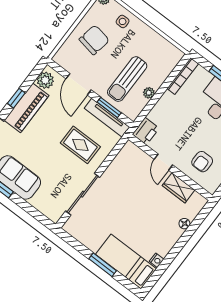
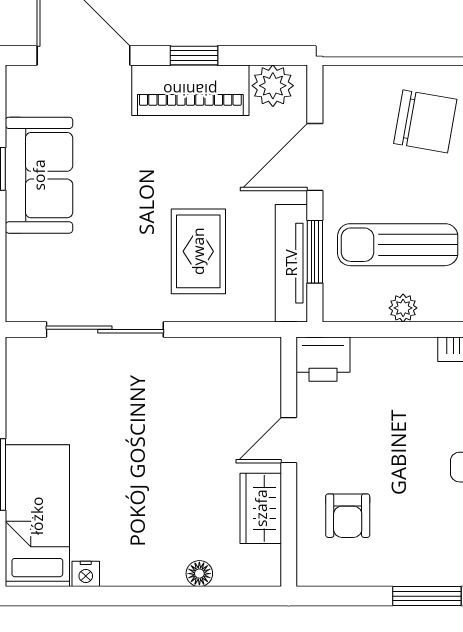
armchair: (202, 162) -> (348, 516), turned -90

